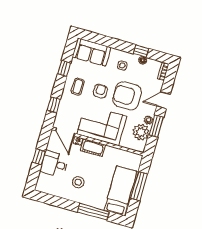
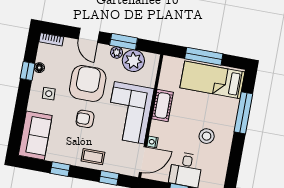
coffee table: (78, 87) -> (93, 157), moved
armchair: (127, 96) -> (88, 83), turned 180
cot: (93, 148) -> (162, 105), moved

